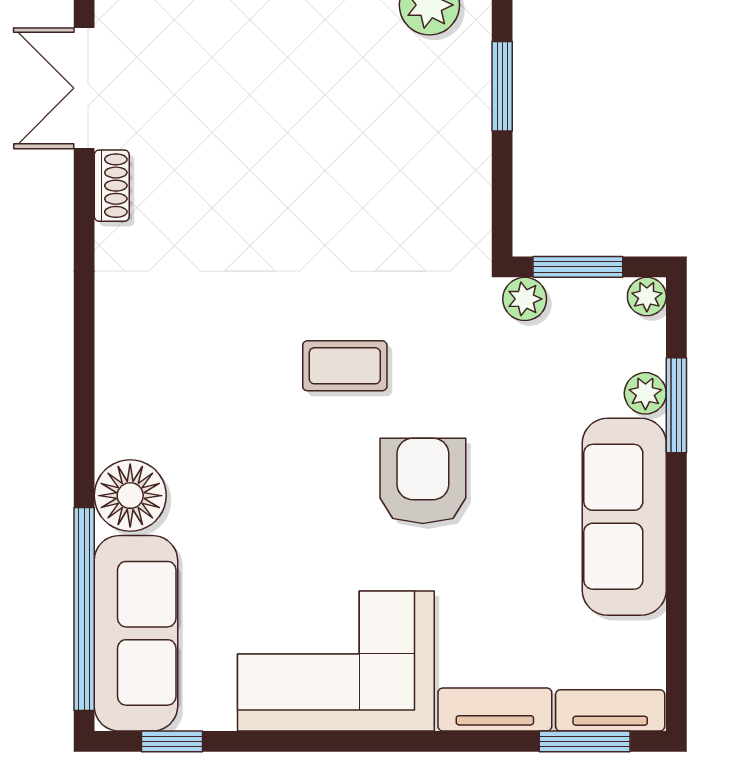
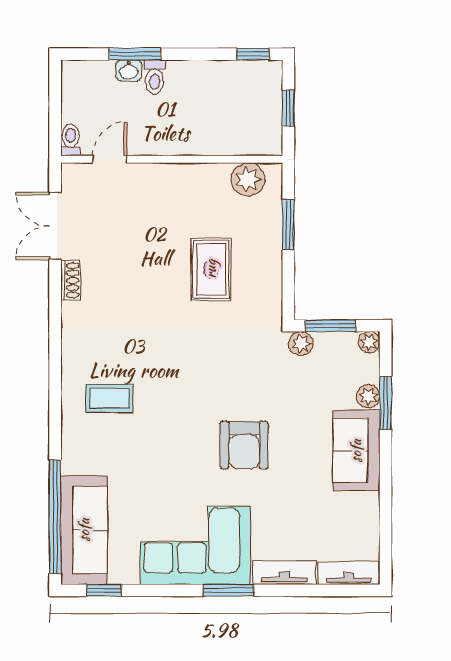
rug: (364, 166) -> (211, 269), added
coffee table: (345, 366) -> (109, 398), moved
armchair: (423, 481) -> (244, 445), turned 180
floor lamp: (130, 496) -> (81, 453), removed
sofa: (624, 517) -> (356, 451), width x0.73
window: (585, 741) -> (228, 590), moved

